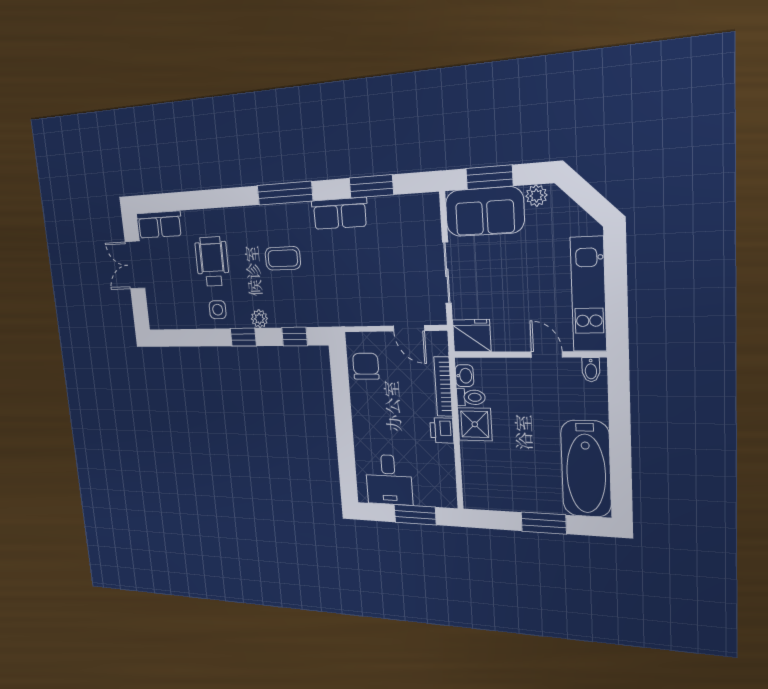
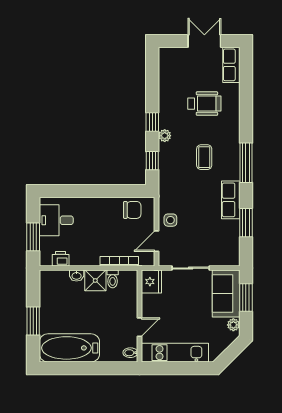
side table: (218, 310) -> (170, 220), moved
washbasin: (464, 376) -> (77, 276), moved
printer: (442, 430) -> (61, 259), moved

